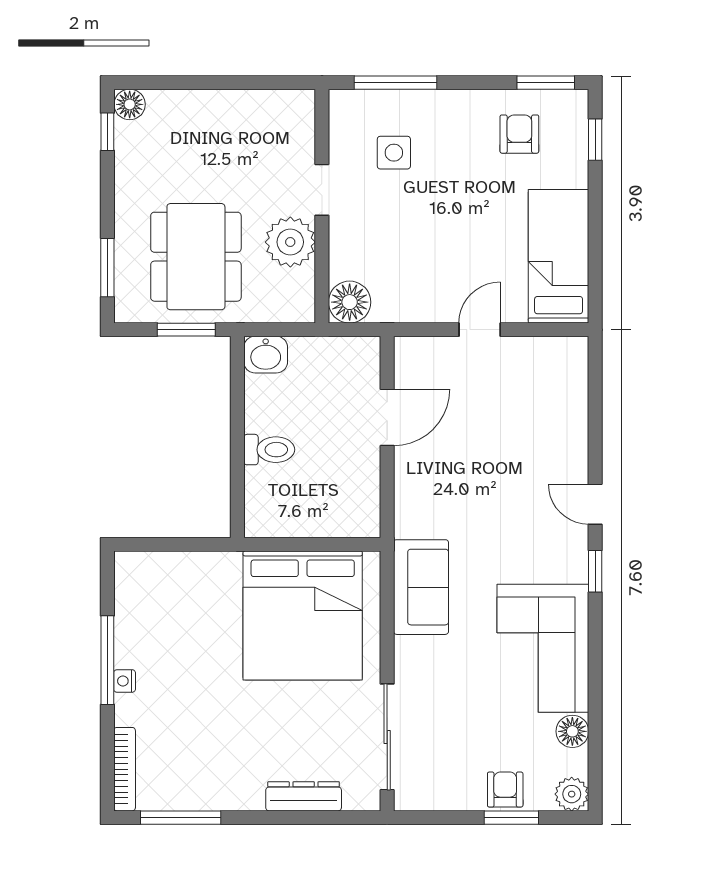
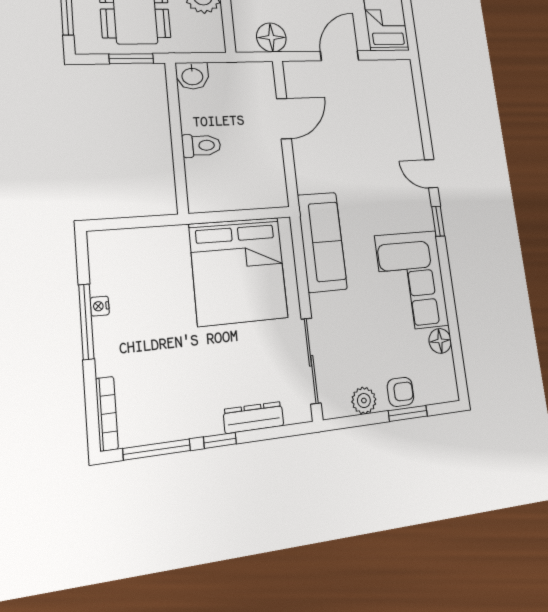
floor lamp: (350, 302) -> (271, 38), moved
door: (480, 330) -> (340, 56), width x1.38
sofa: (421, 587) -> (322, 242), width x1.36
nightstand: (125, 681) -> (100, 306), moved
armchair: (505, 790) -> (400, 392), turned 90
plant: (572, 794) -> (364, 401), moved
window: (259, 818) -> (220, 440), added

